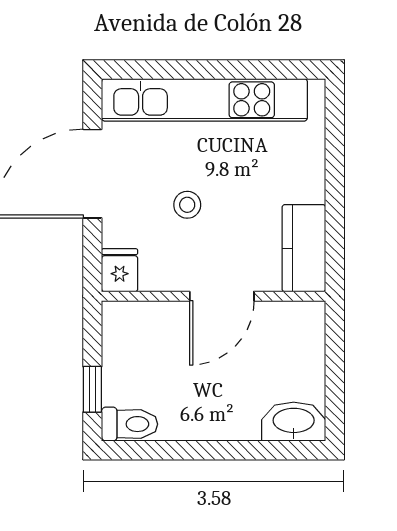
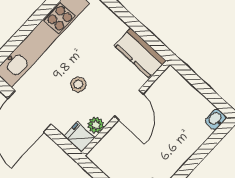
plant: (155, 277) -> (96, 125), added
washbasin: (294, 422) -> (216, 119), width x0.52, depth x0.69

